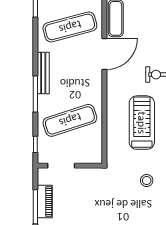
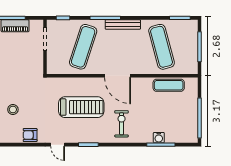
door: (104, 54) -> (118, 76), moved
exercise mat: (70, 120) -> (83, 47), turned 36
stool: (147, 180) -> (13, 110), moved

